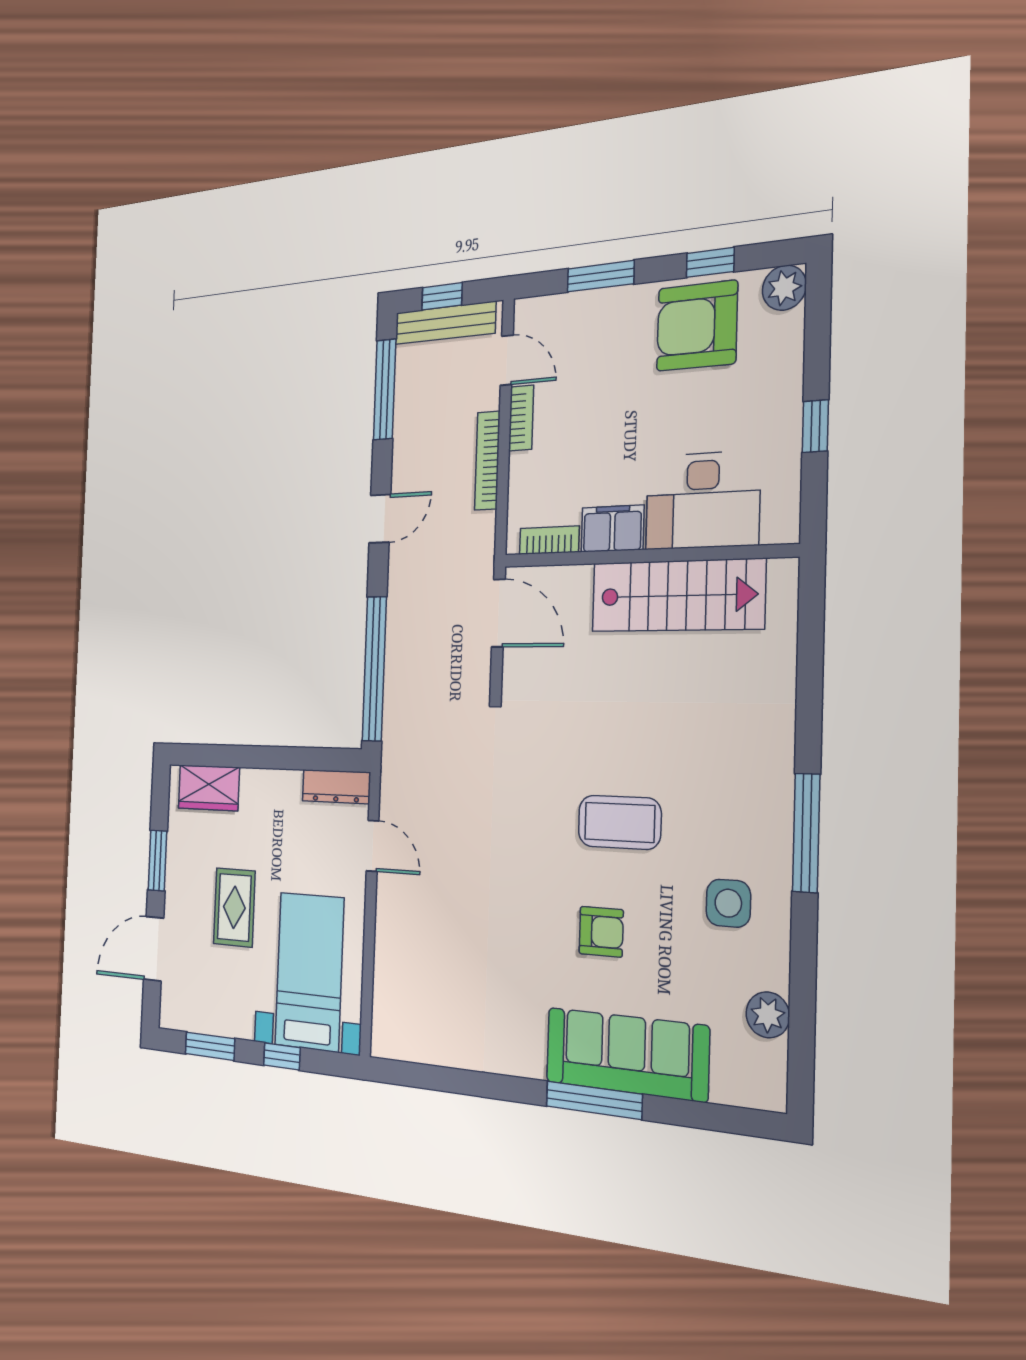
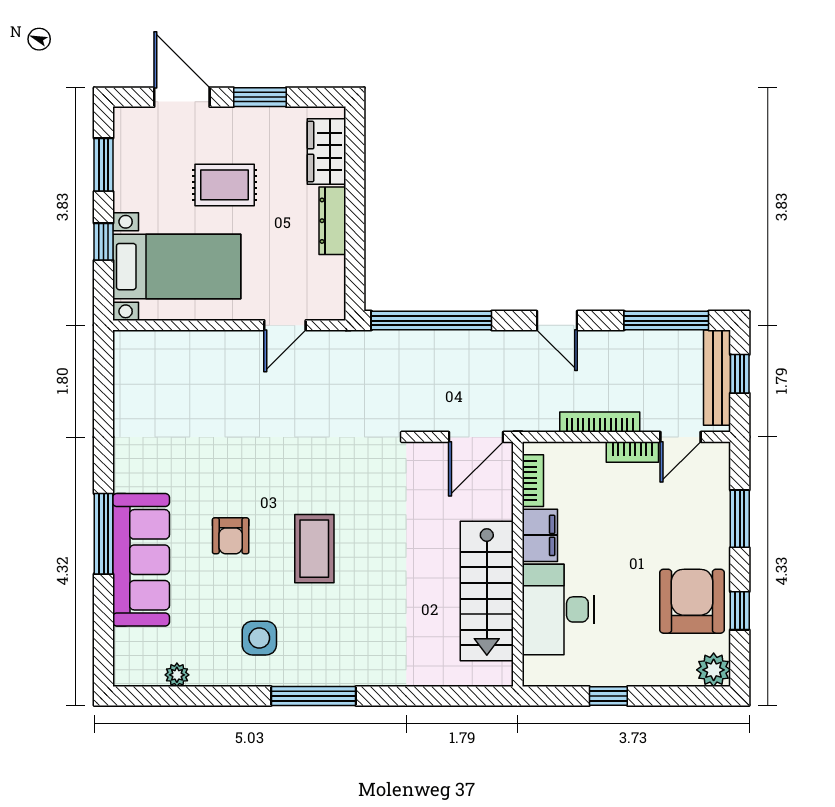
dresser: (336, 787) -> (332, 221), moved
plant: (768, 1015) -> (177, 675), width x0.73, depth x0.73

